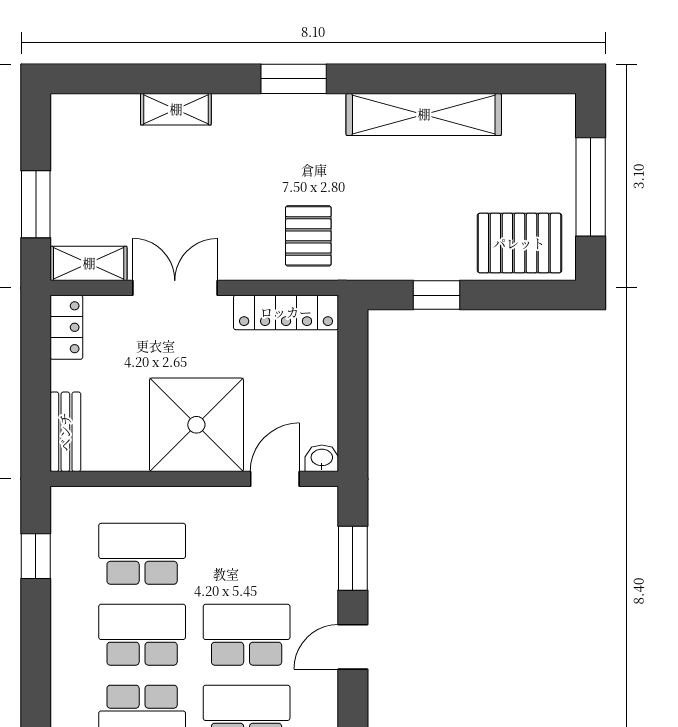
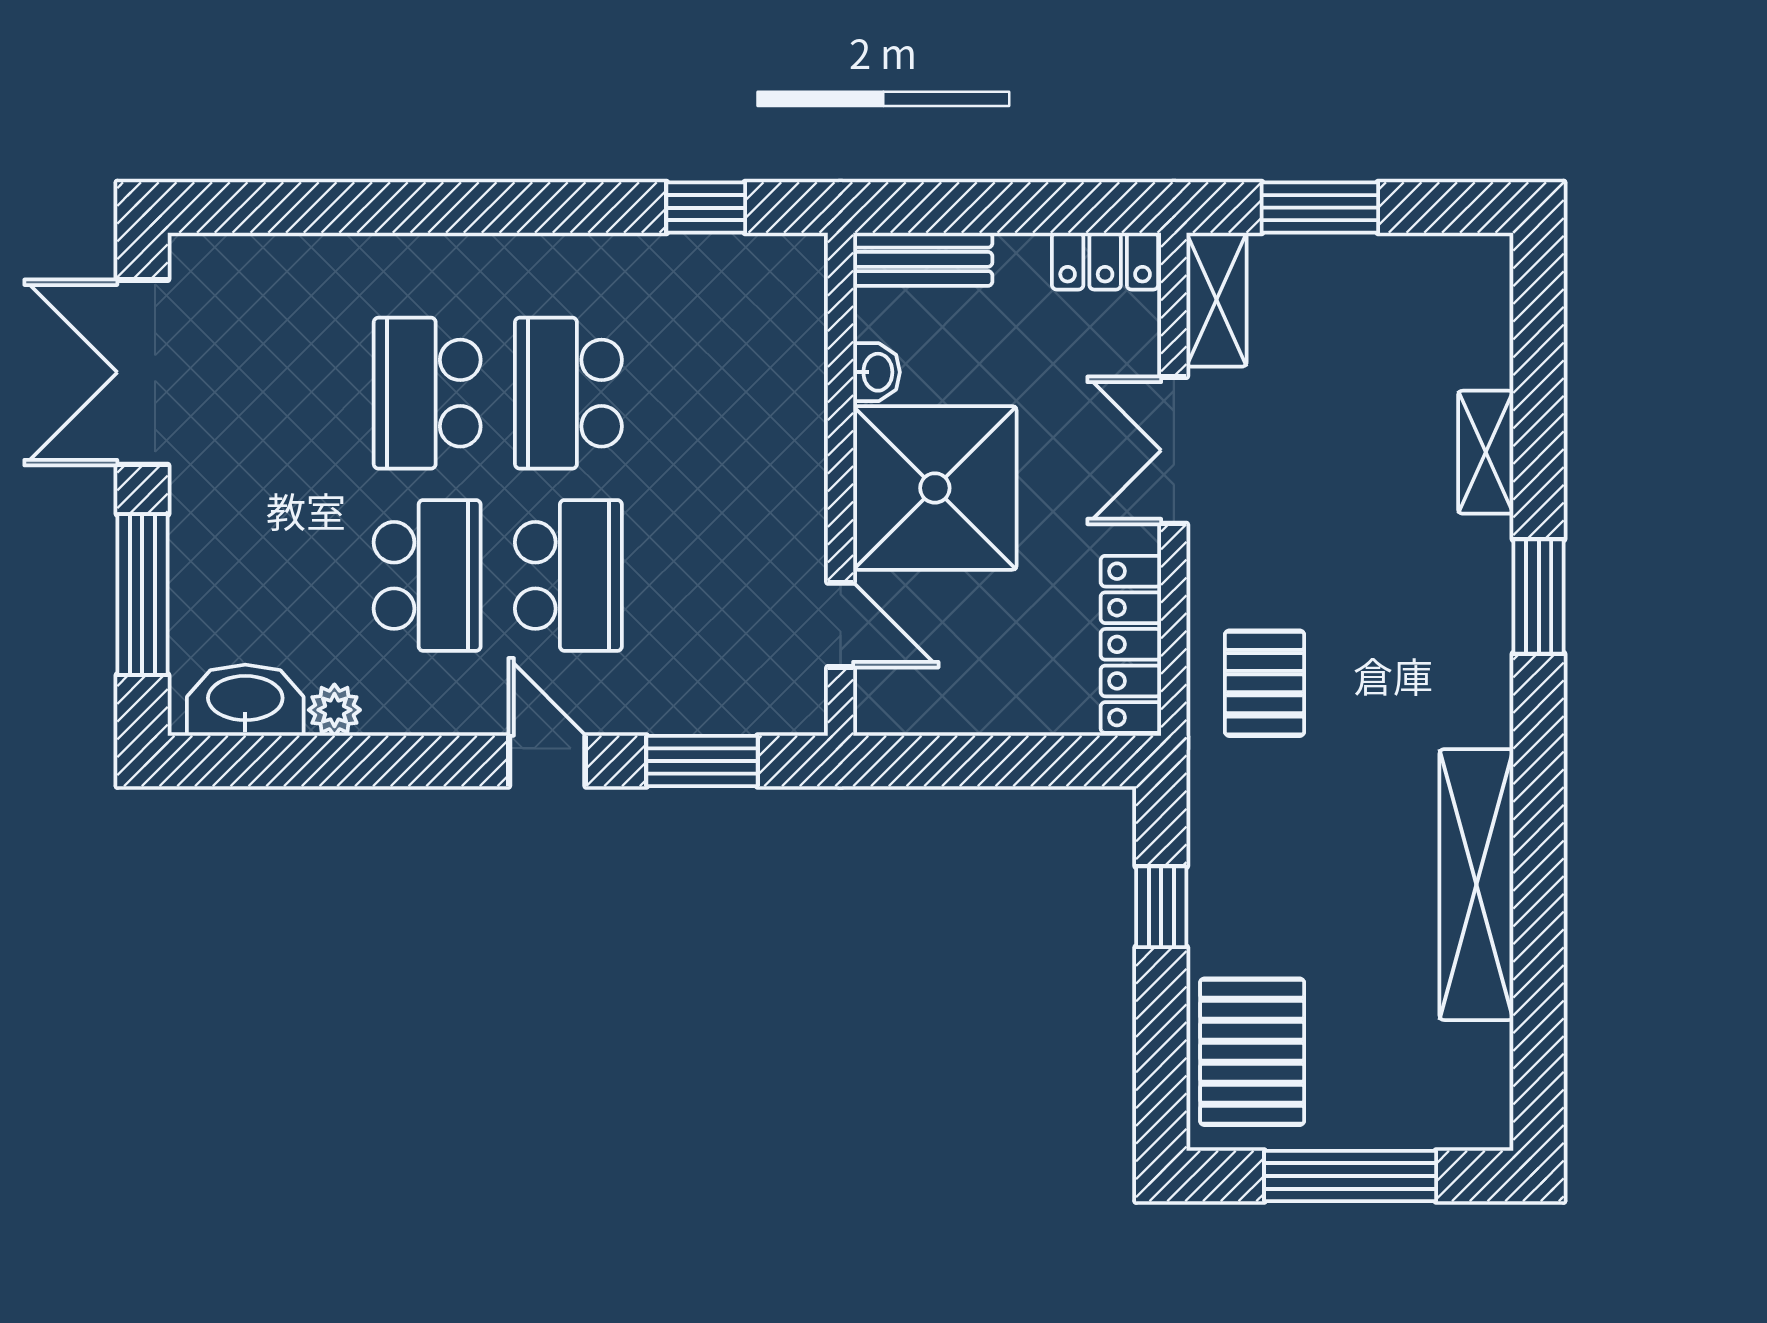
window: (294, 79) -> (1539, 596), moved
pallet: (308, 236) -> (1265, 683), turned 90
double door: (175, 288) -> (1174, 450), swing flipped
washbasin: (322, 458) -> (876, 372), moved
school desk: (142, 554) -> (710, 393), removed
school desk: (142, 635) -> (568, 393), turned 180

